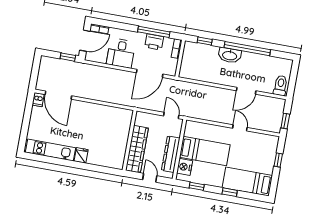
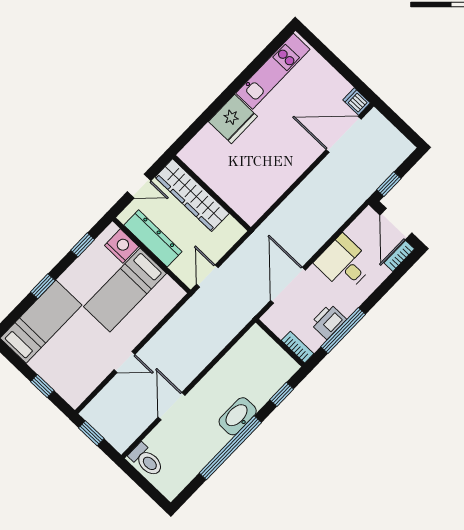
door: (171, 116) -> (207, 276), swing flipped
fridge: (81, 155) -> (233, 119), width x1.88, depth x1.34

